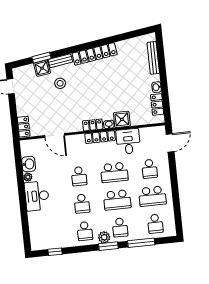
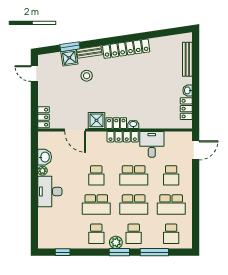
shower: (122, 119) -> (96, 120), moved
school desk: (82, 204) -> (96, 205), width x1.85

